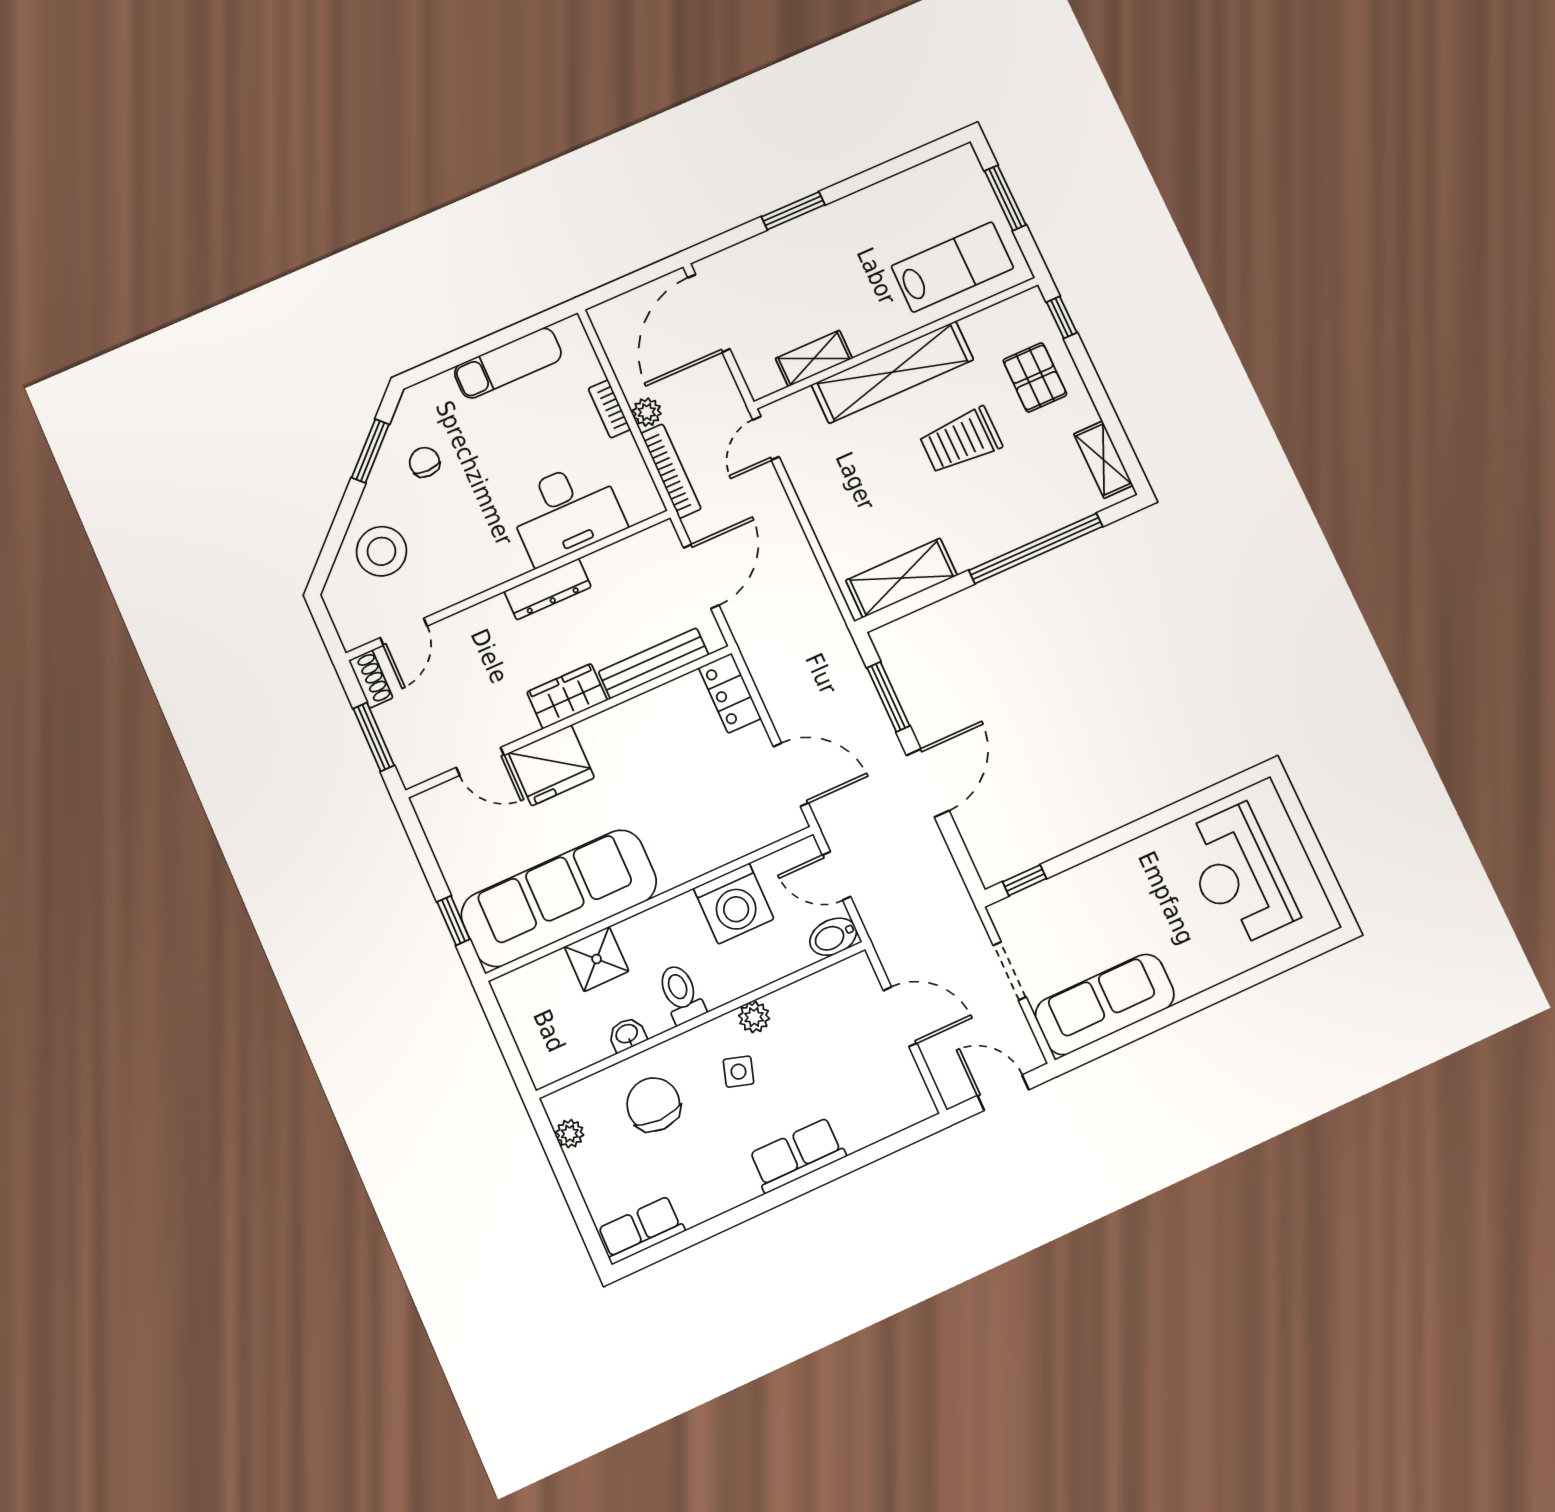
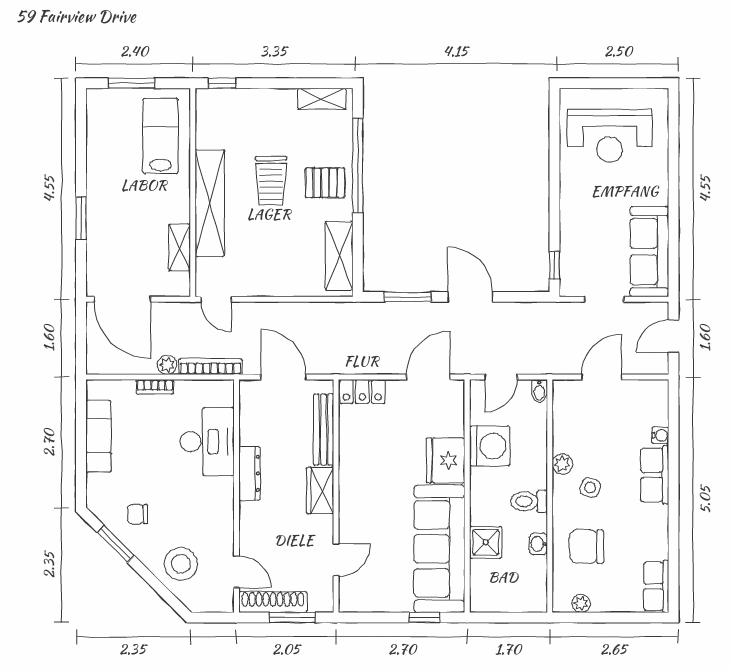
pallet: (1035, 377) -> (325, 183), moved
shoe rack: (371, 679) -> (273, 602), width x1.94, depth x1.24
fridge: (551, 765) -> (445, 460), moved, turned 180
bidet: (833, 937) -> (539, 391), width x0.72, depth x0.74
water cooler: (856, 1138) -> (660, 435), added

